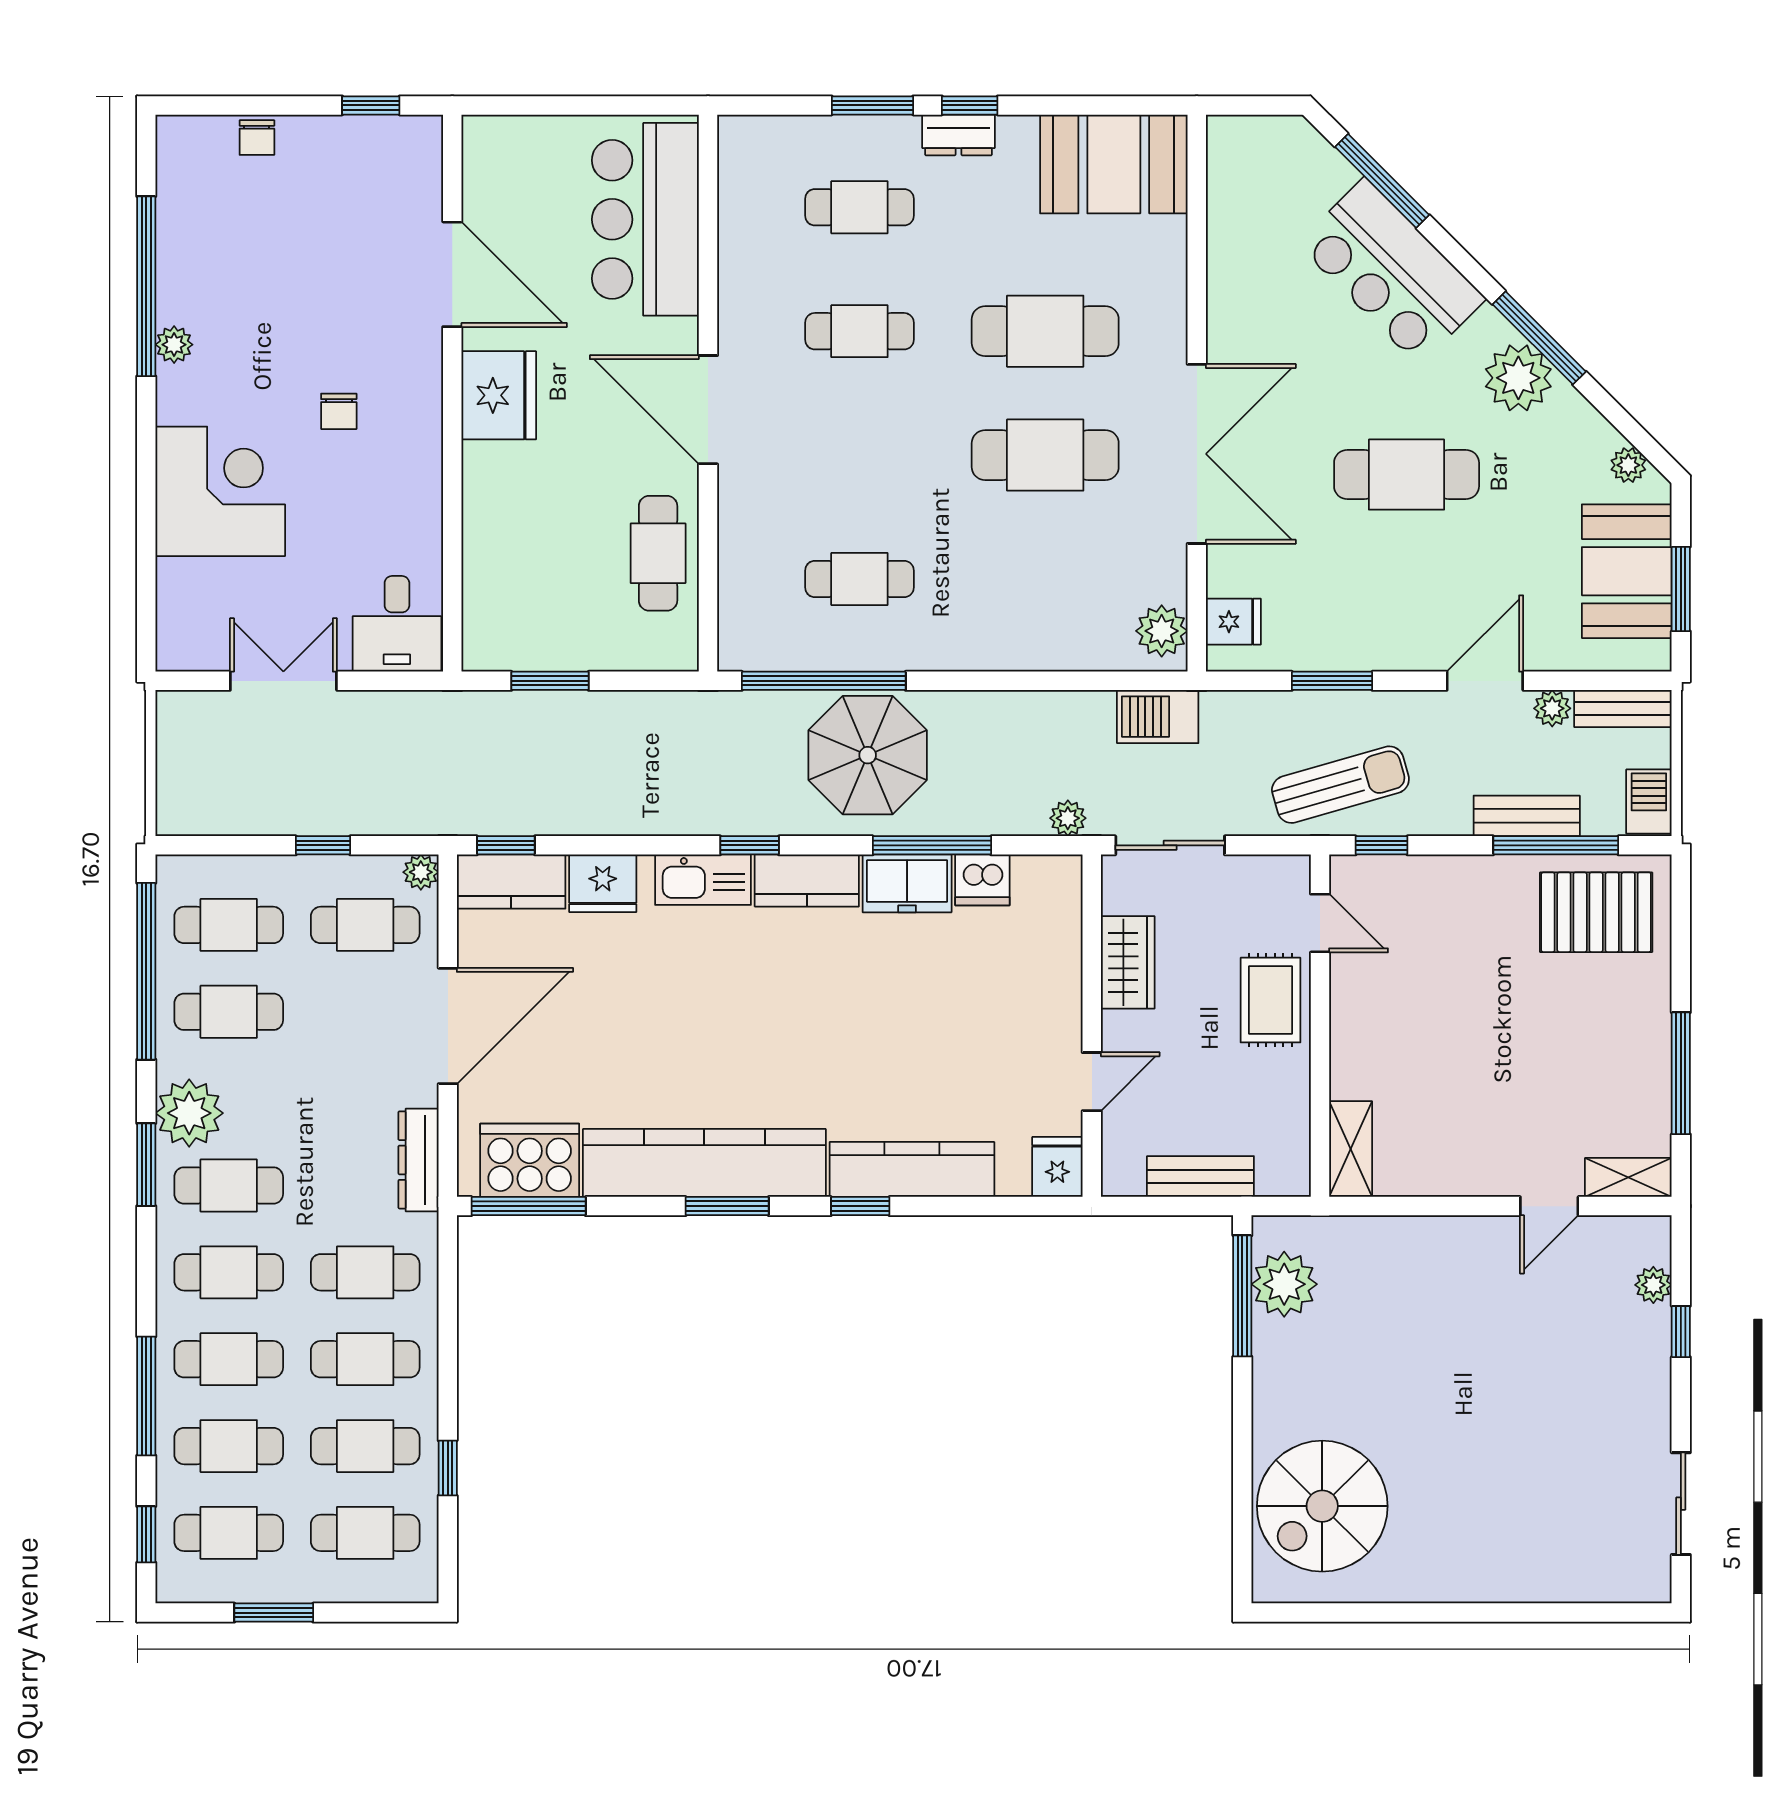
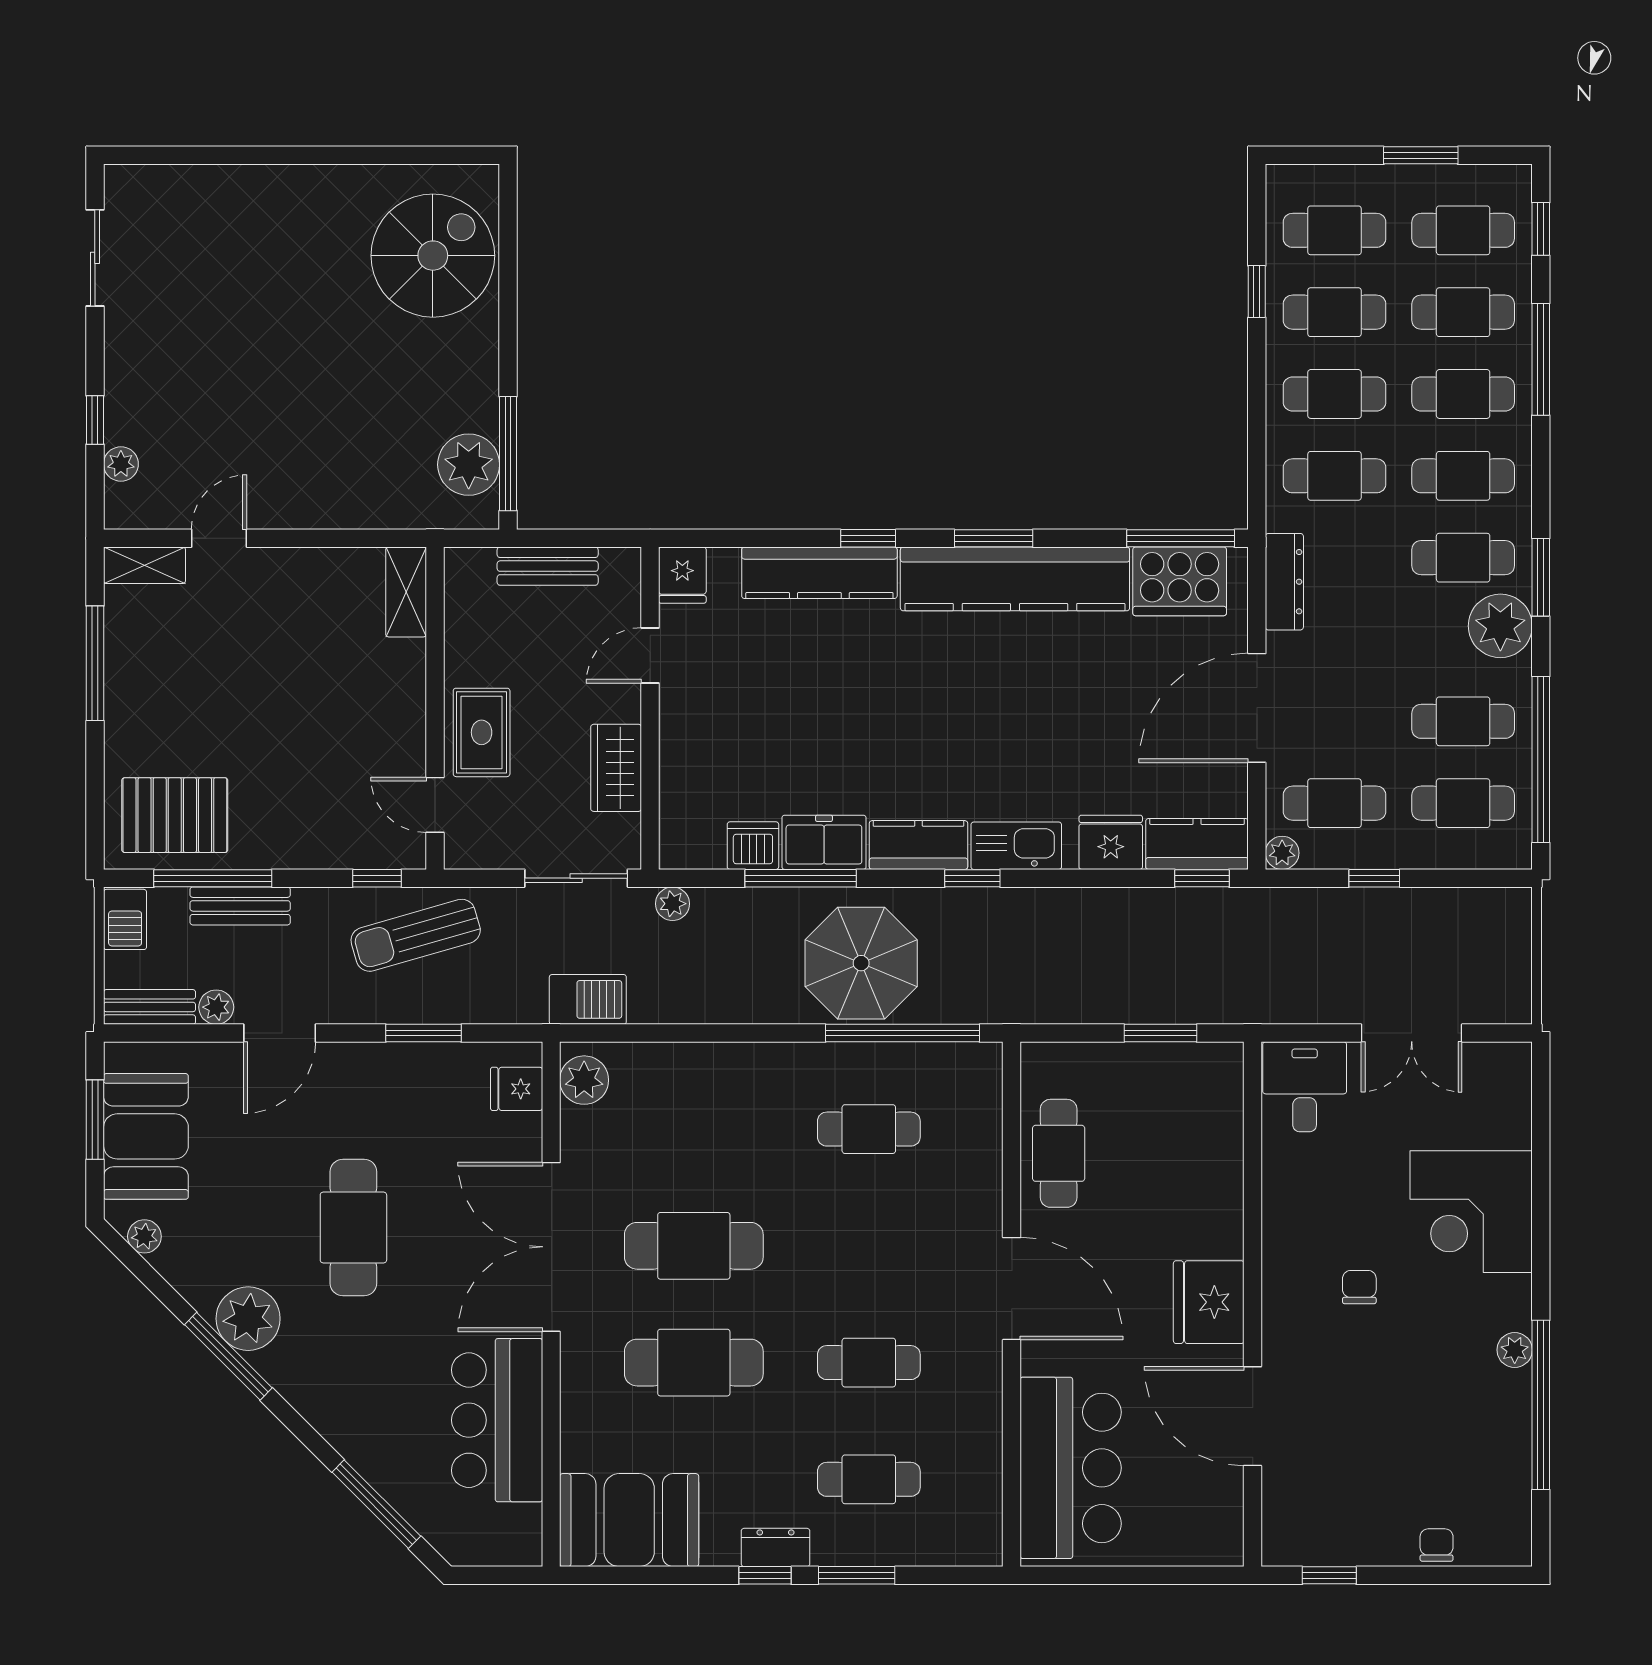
bar counter: (1392, 271) -> (497, 1420), moved, turned -135
cafe table: (1407, 475) -> (353, 1228), turned 90

